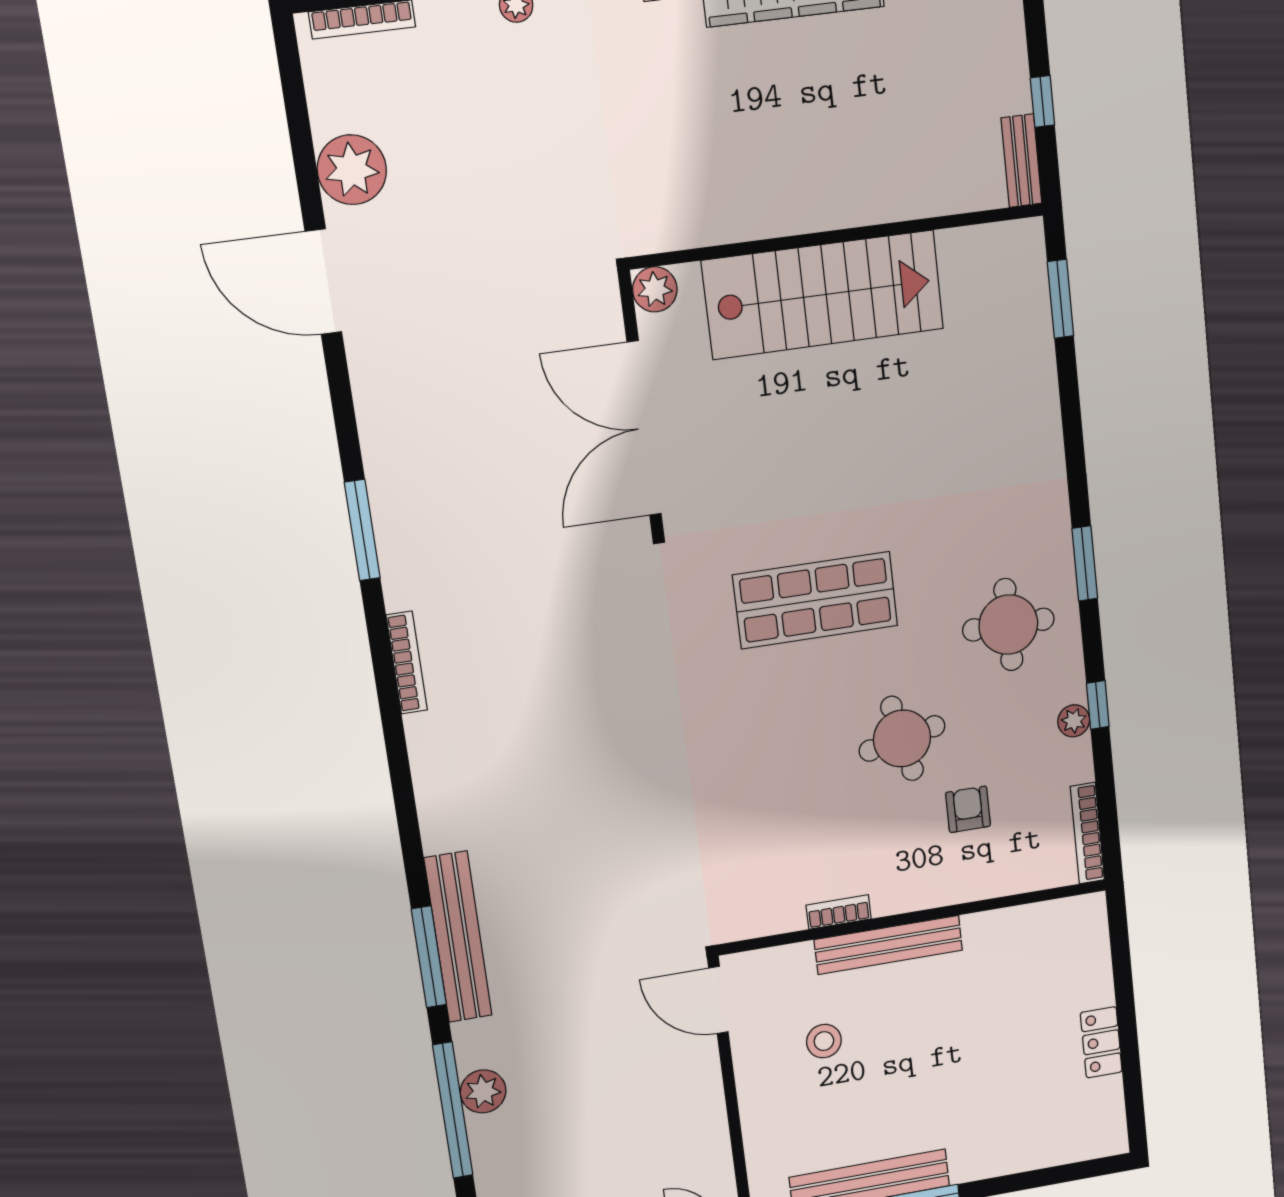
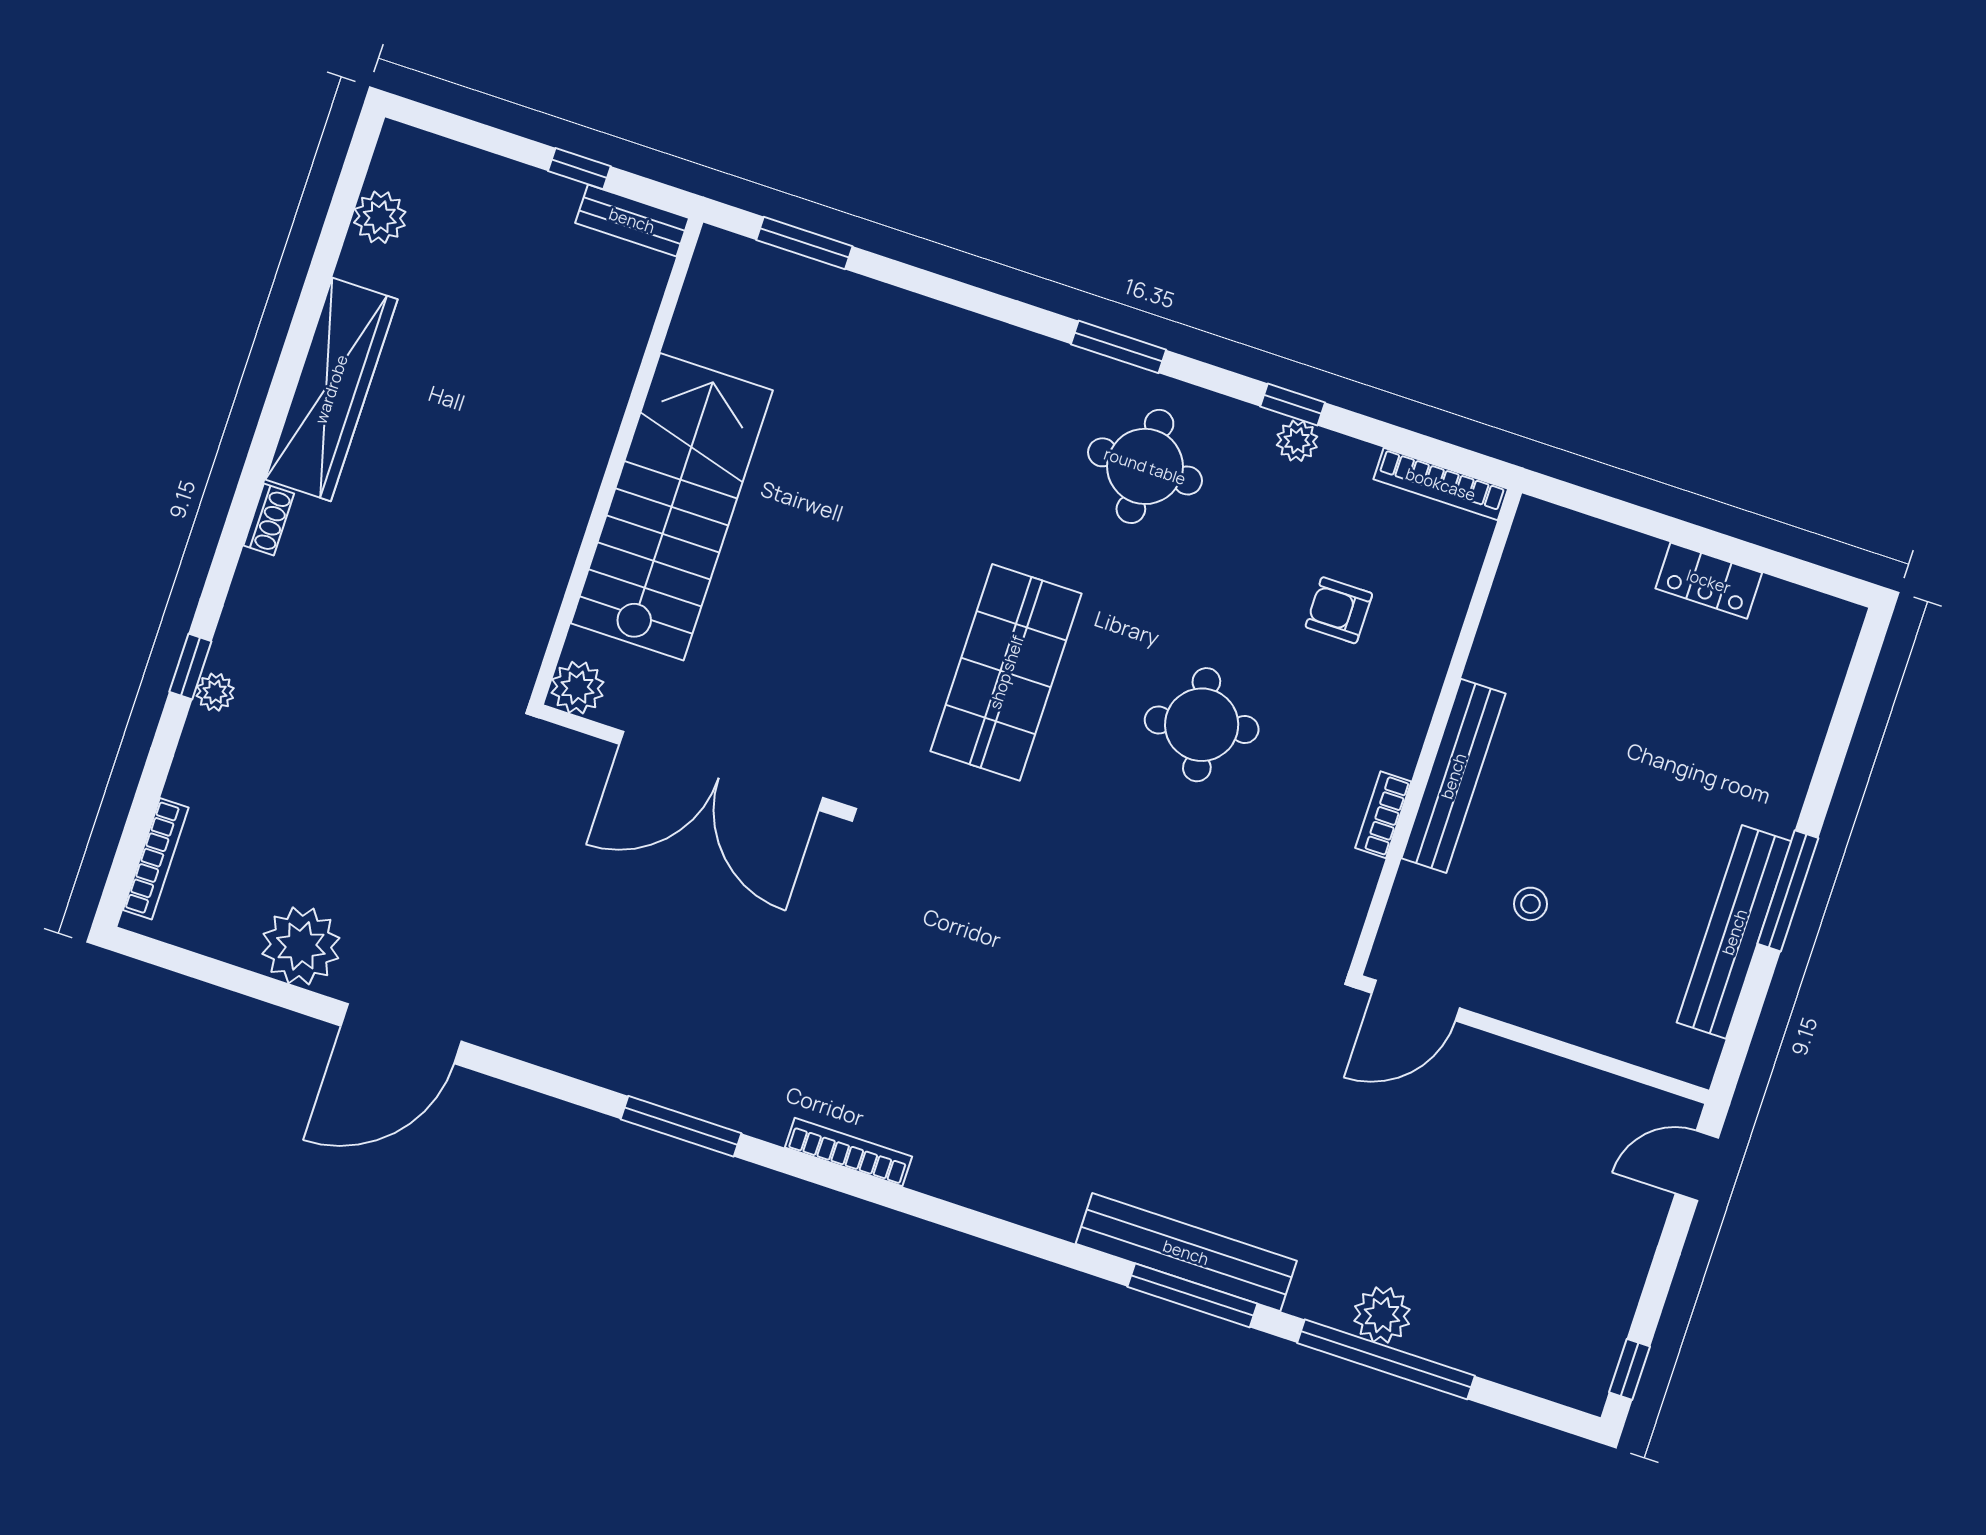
round table: (902, 738) -> (1202, 725), moved
stool: (824, 1041) -> (1530, 904), width x0.73, depth x0.73

